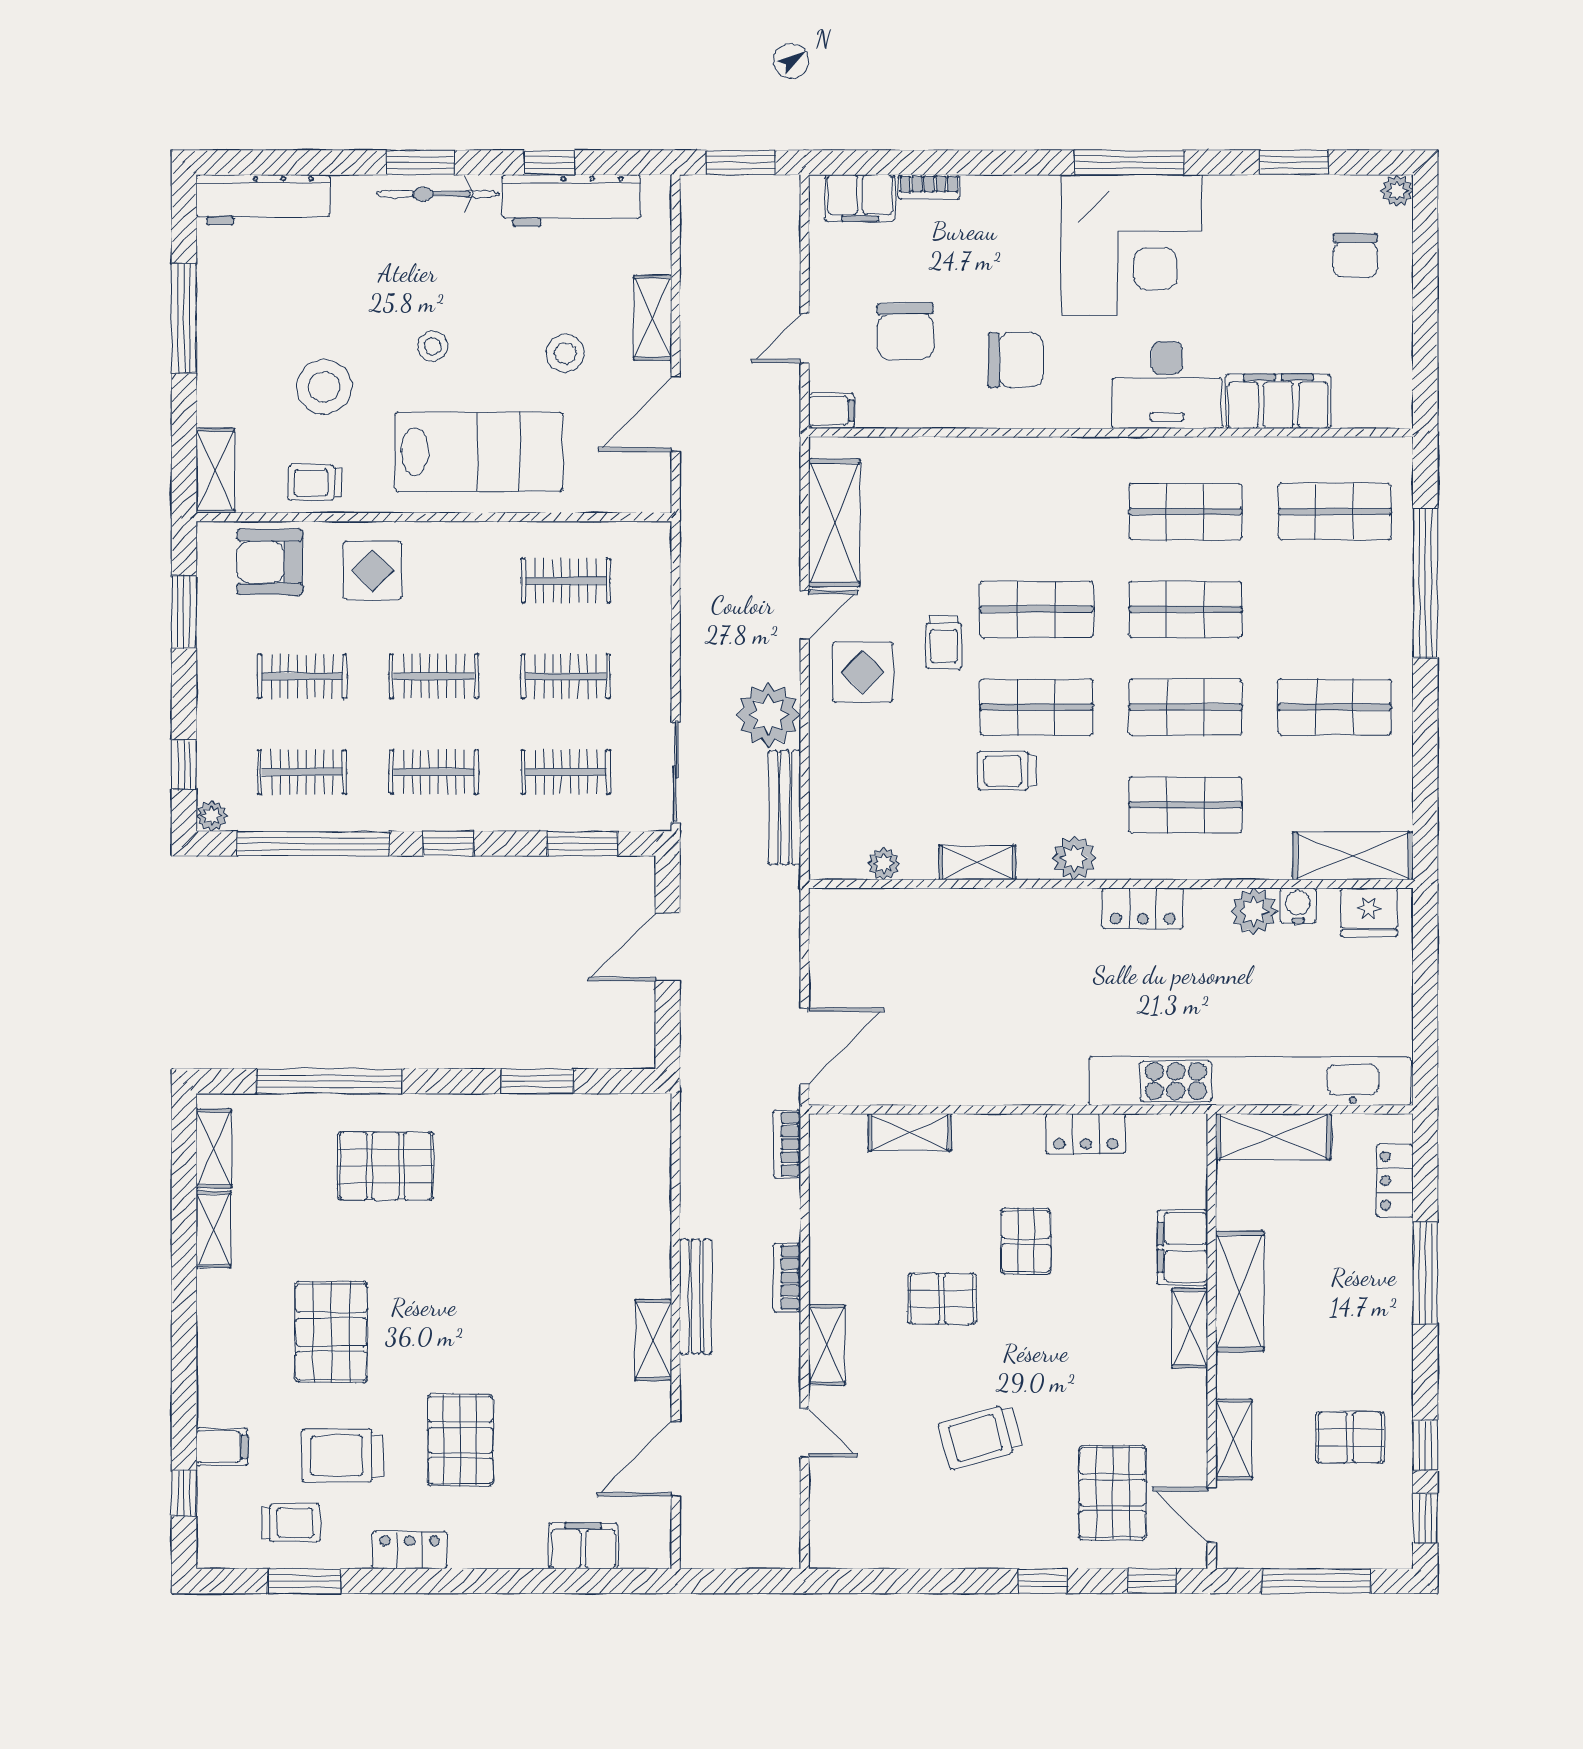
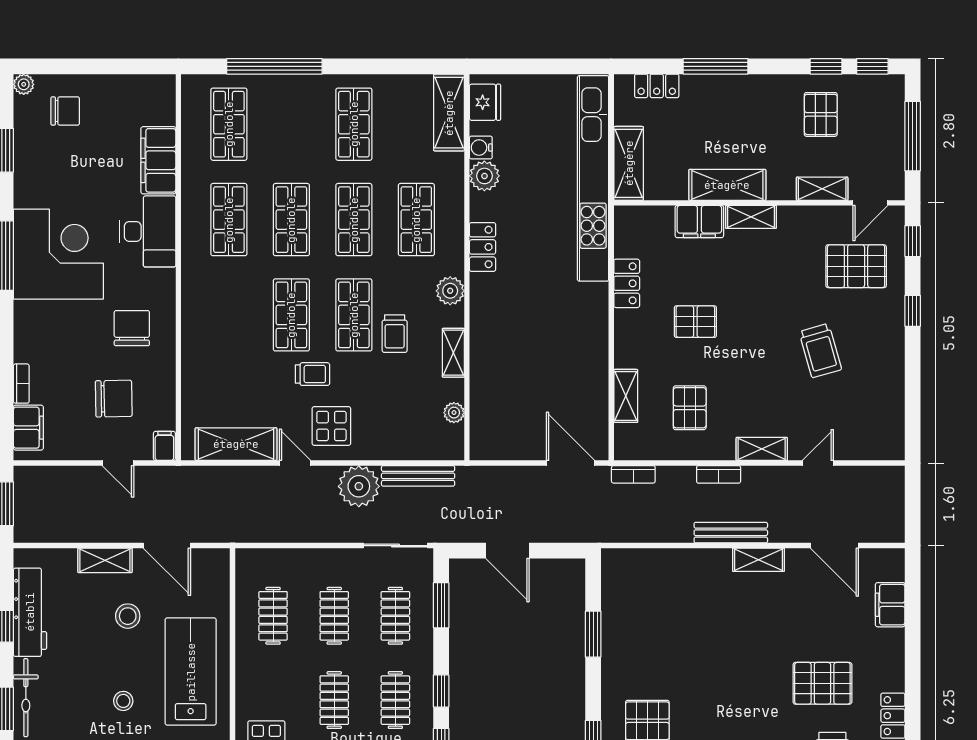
pallet: (942, 1299) -> (690, 408), moved

